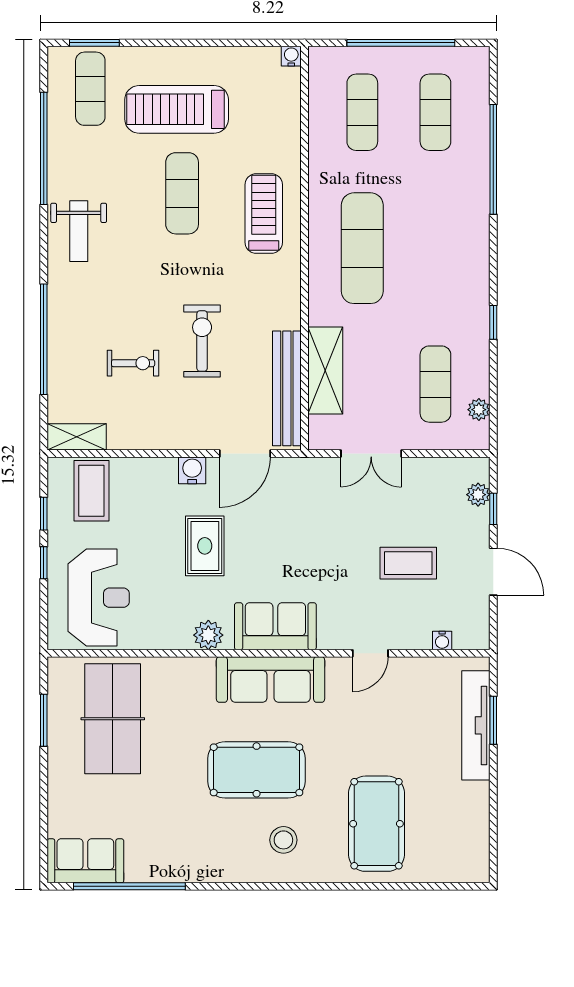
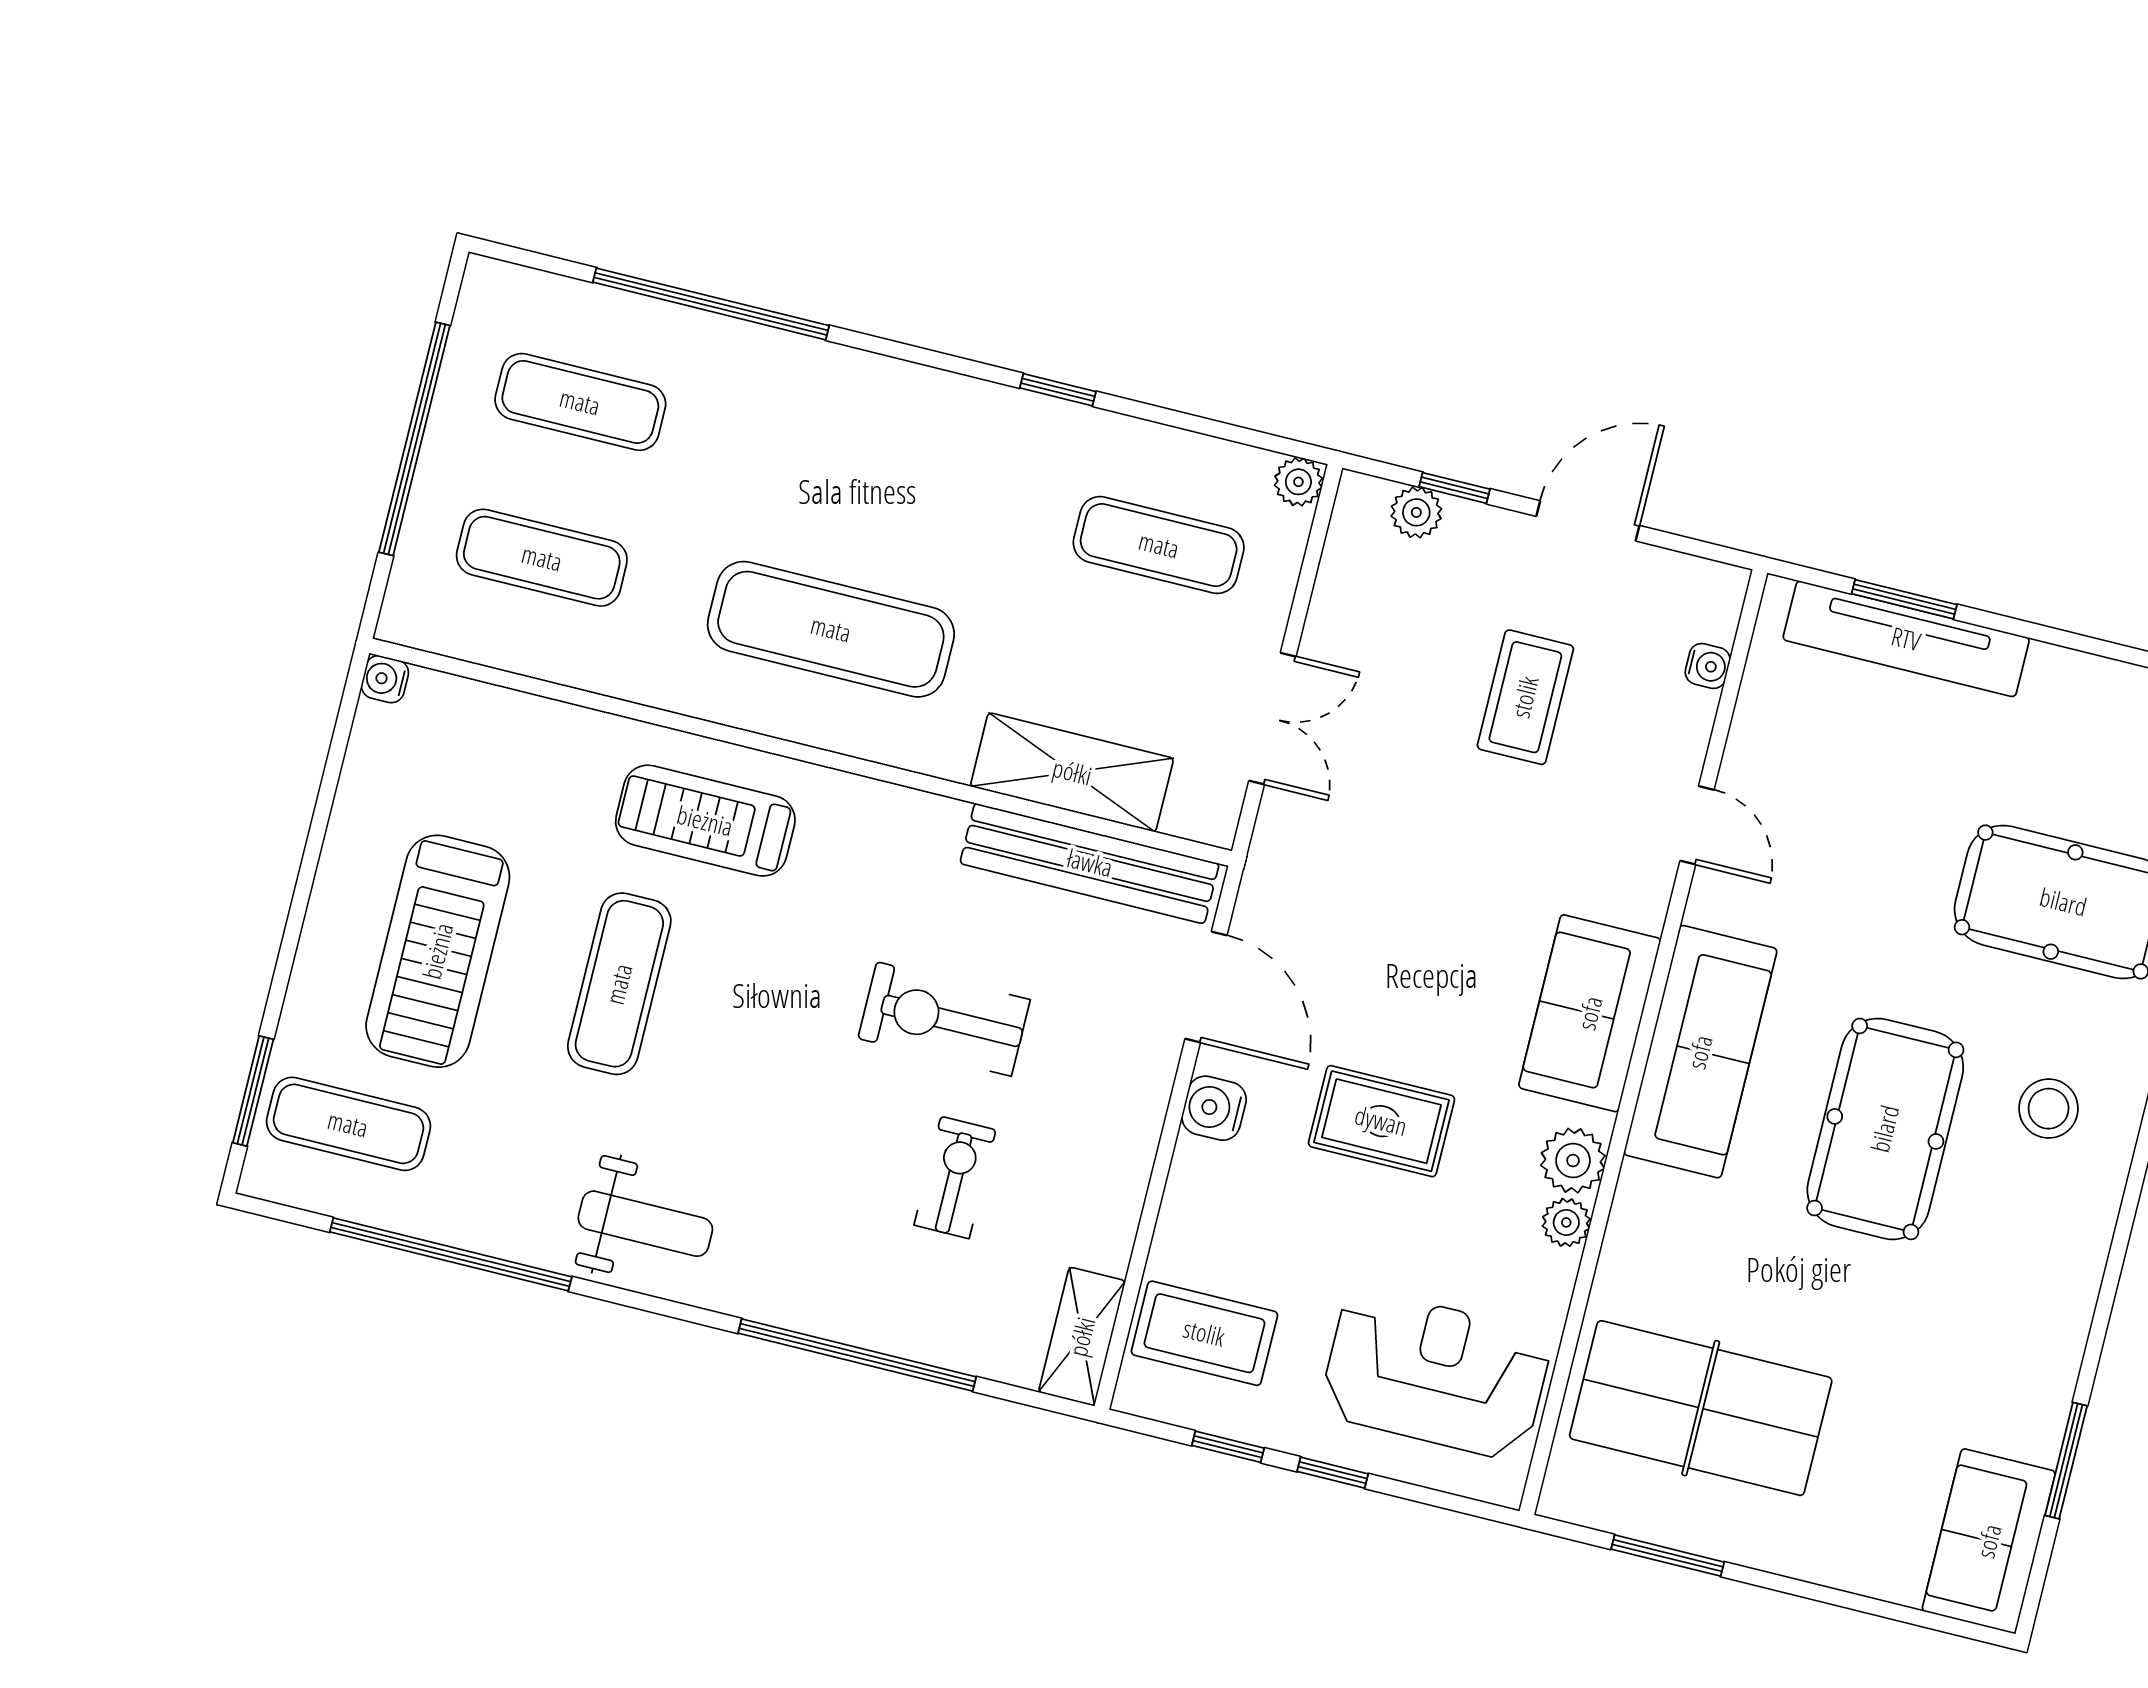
exercise mat: (182, 193) -> (619, 984), turned 90
plant: (479, 410) -> (1298, 482), moved
plant: (180, 639) -> (1566, 1222), added
window: (129, 886) -> (2066, 1461), width x0.47

